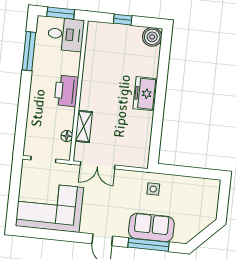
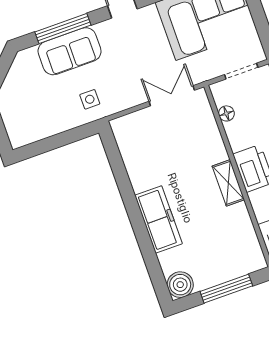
window: (123, 20) -> (226, 289), width x2.17
freezer: (145, 94) -> (158, 219), width x1.40
shelving: (84, 127) -> (228, 183), moved

